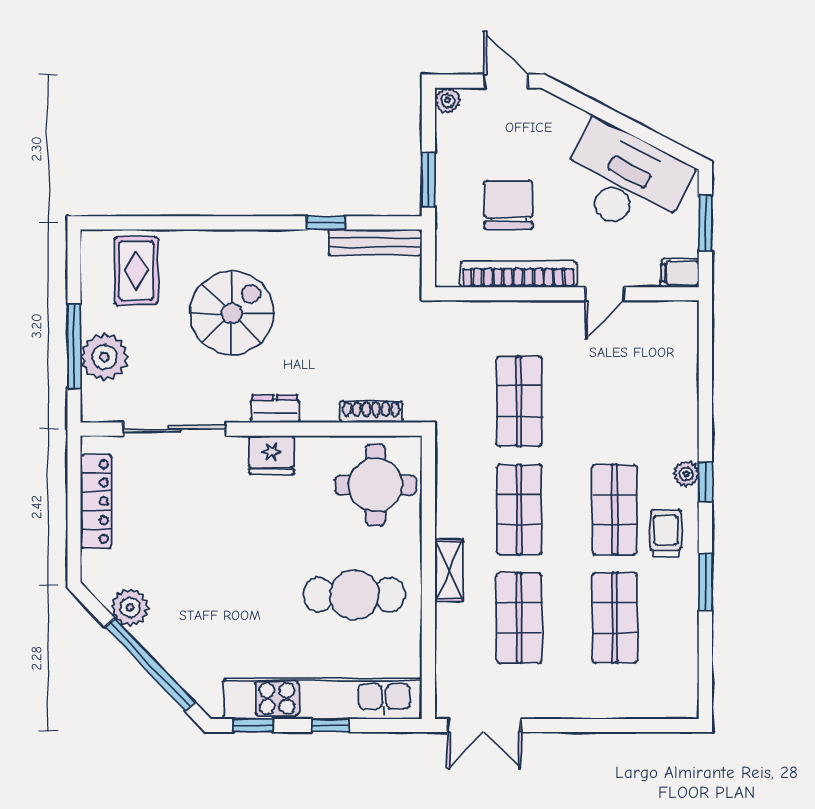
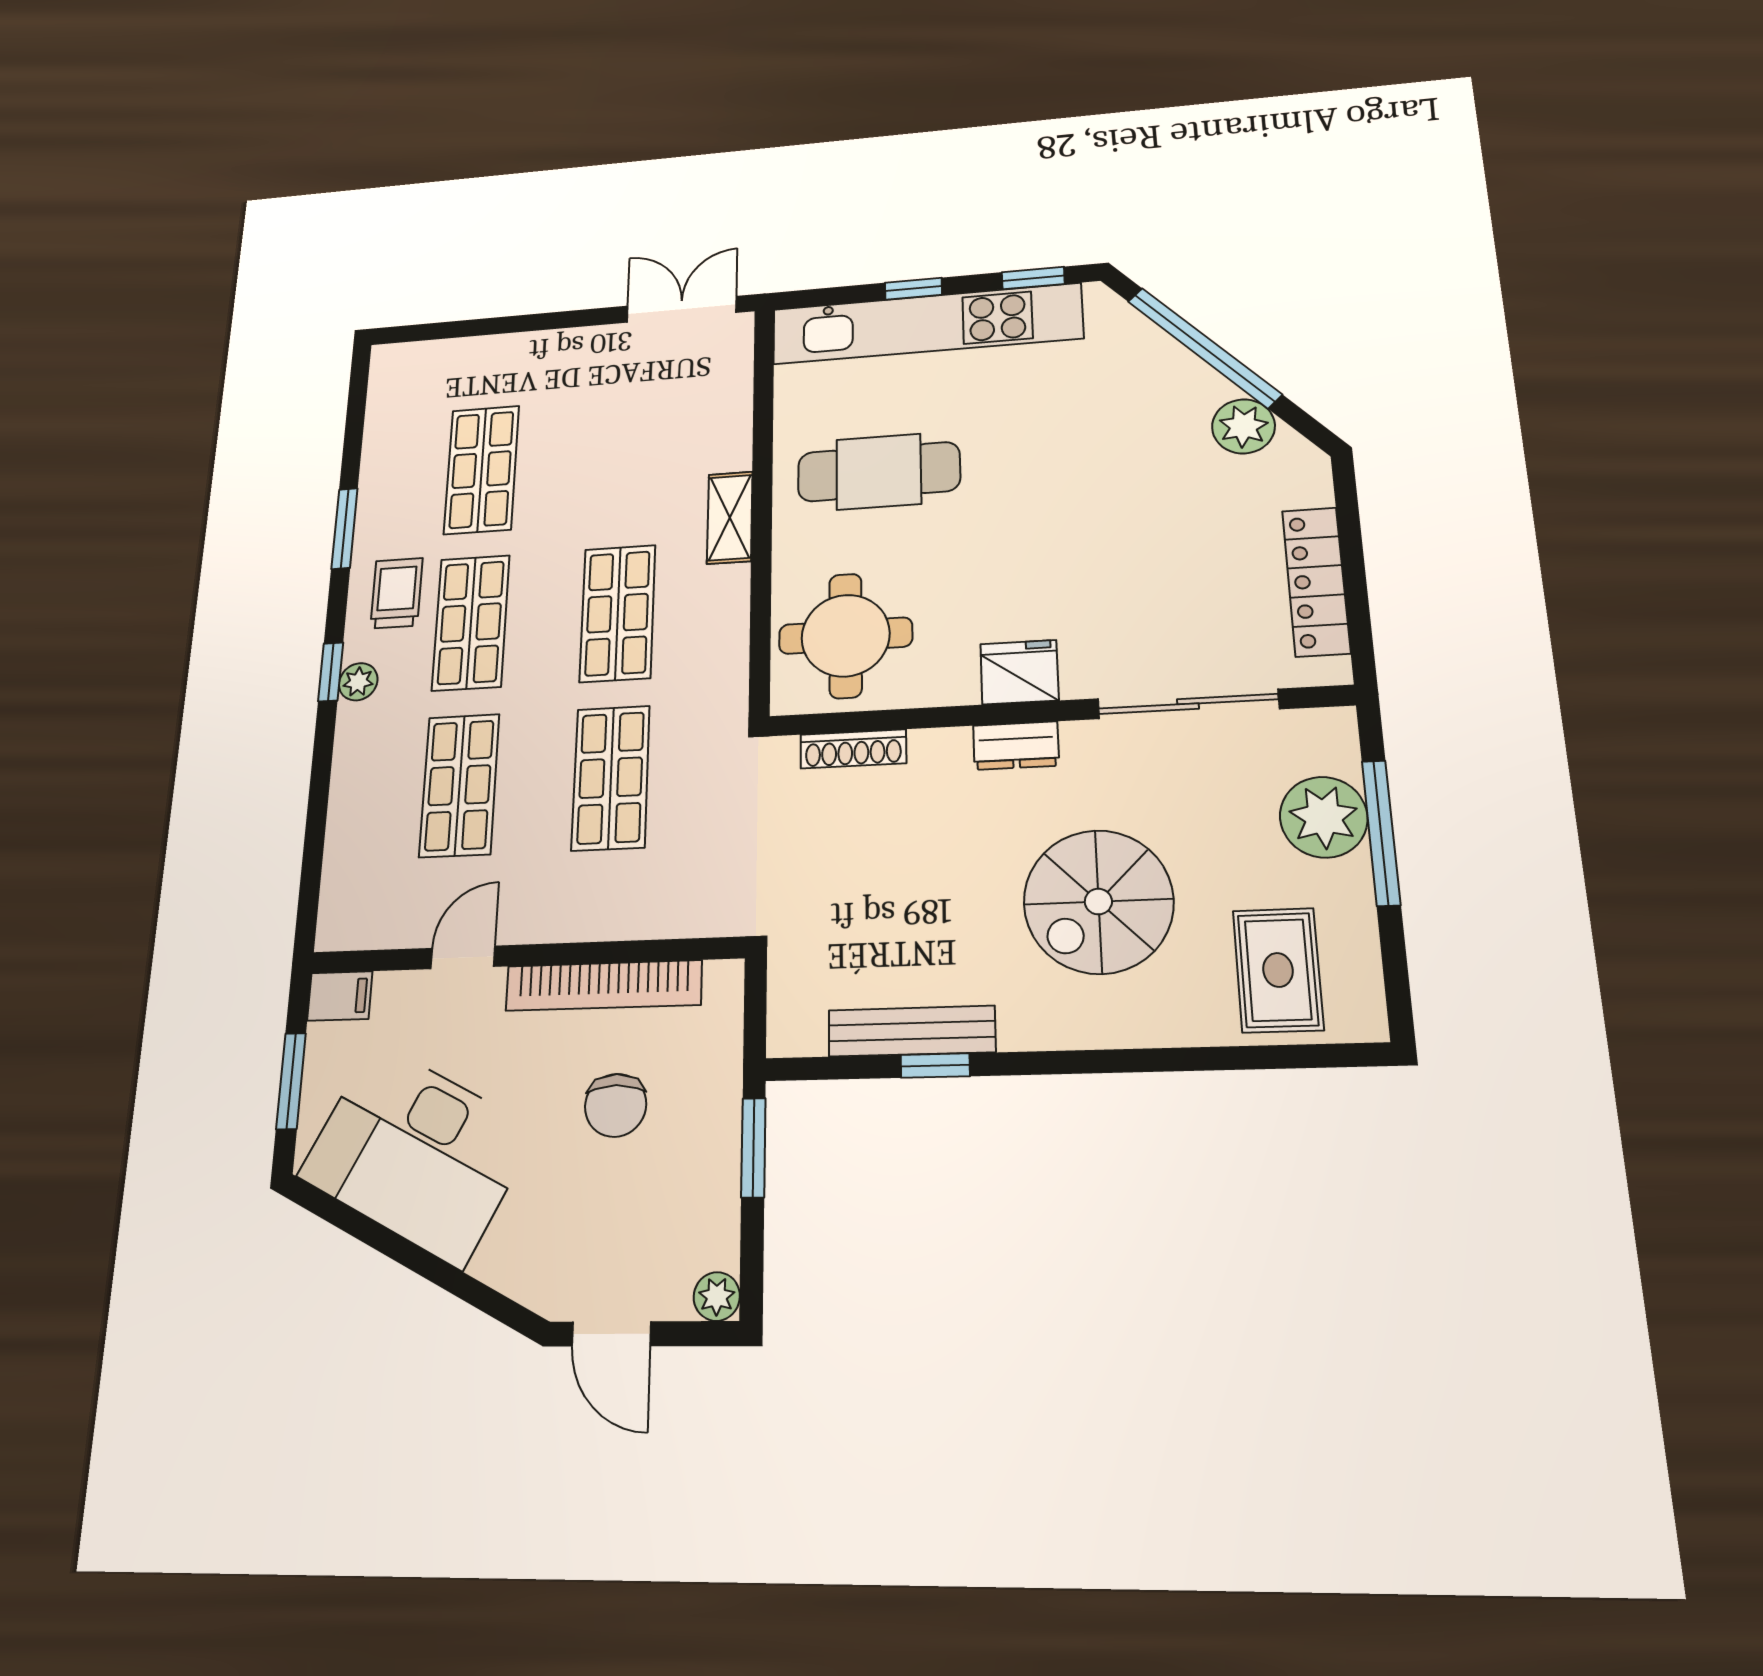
chair: (508, 205) -> (616, 1105), width x0.73, depth x0.73
bench: (375, 242) -> (912, 1031), moved
trolley: (666, 533) -> (397, 593), turned 180
shop shelf: (519, 618) -> (459, 785), moved

